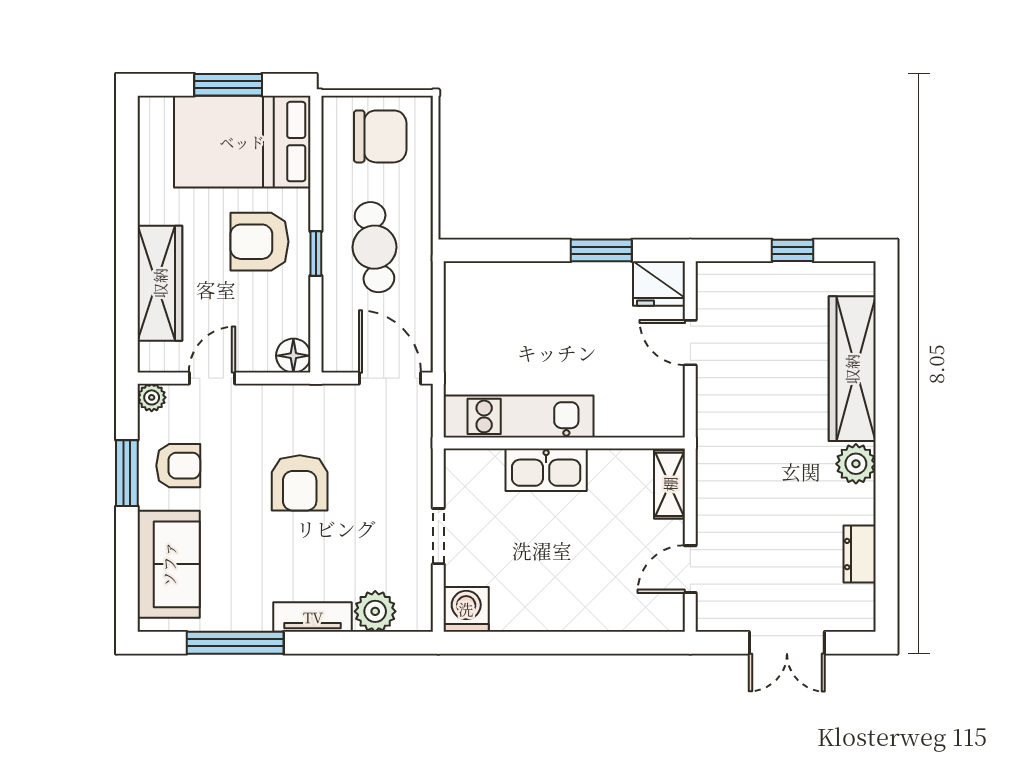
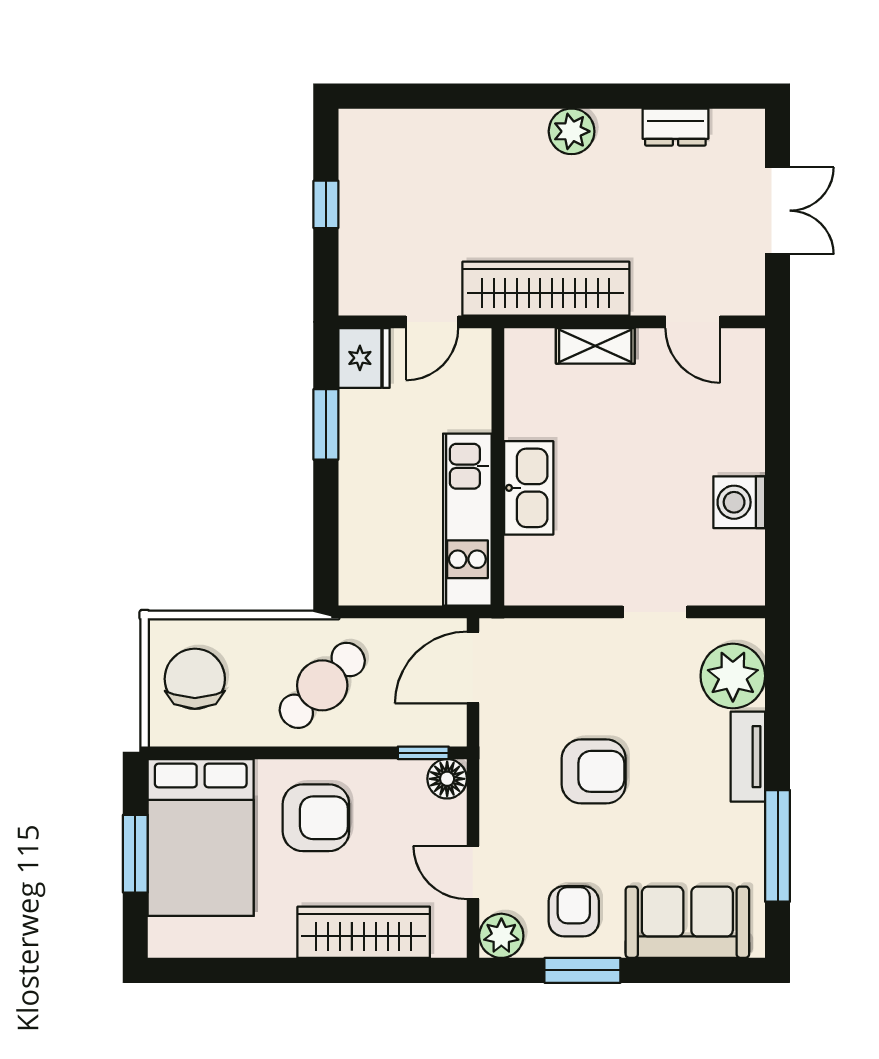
armchair: (260, 242) -> (316, 818), turned -90
cafe table: (374, 247) -> (322, 685), turned -37
window: (316, 254) -> (423, 753), moved
wardrobe: (852, 369) -> (546, 289), moved, turned 180
plant: (152, 397) -> (501, 936), width x1.38, depth x1.38
kitchen unit: (518, 416) -> (467, 520), moved
wall: (564, 443) -> (498, 467), moved
kitchen sink: (546, 470) -> (529, 488), moved
washing machine: (466, 609) -> (739, 502), moved
plant: (375, 611) -> (733, 676), width x1.36, depth x1.36

